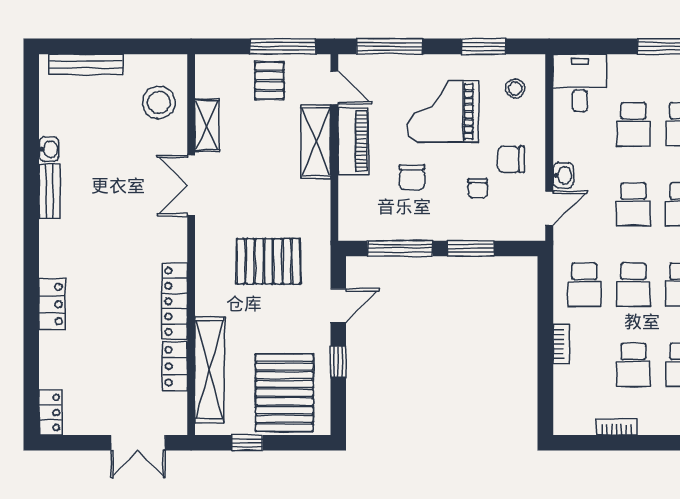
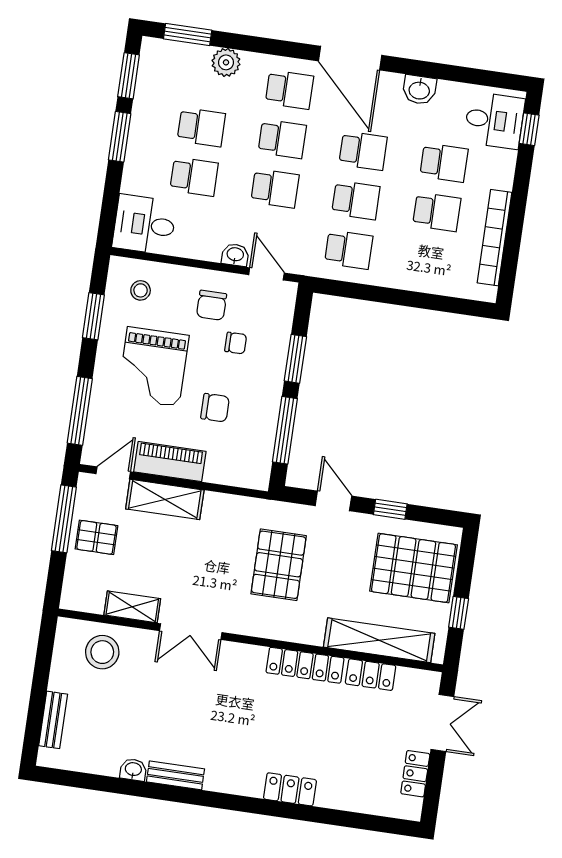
bench: (86, 64) -> (53, 720), width x0.73
bookcase: (561, 344) -> (405, 282), removed
locker: (50, 412) -> (415, 774), moved, turned -90
bookcase: (617, 427) -> (495, 238), width x2.31, depth x1.31

